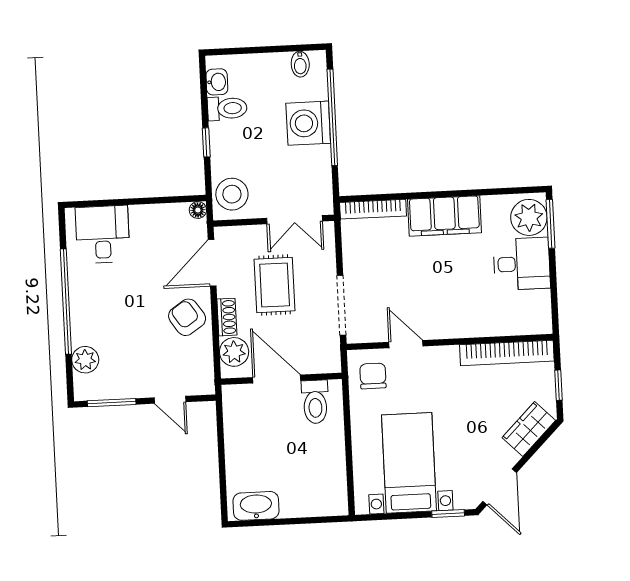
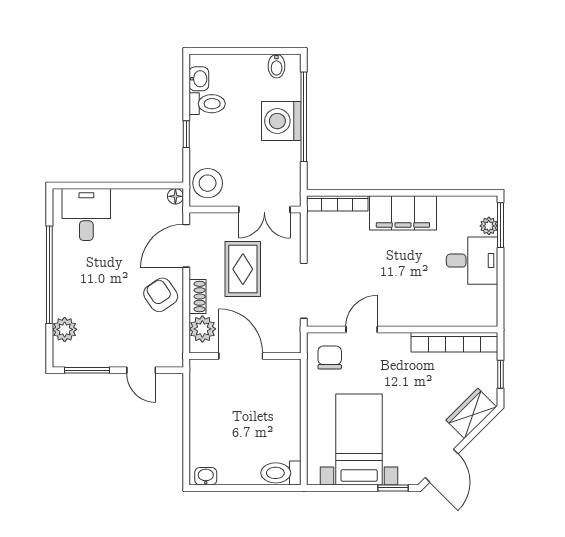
plant: (529, 217) -> (489, 226), width x0.53, depth x0.53
door: (406, 344) -> (362, 330), hinge flipped
toilet: (315, 402) -> (281, 473), moved, turned 90
washbasin: (256, 506) -> (206, 476), width x0.52, depth x0.69

